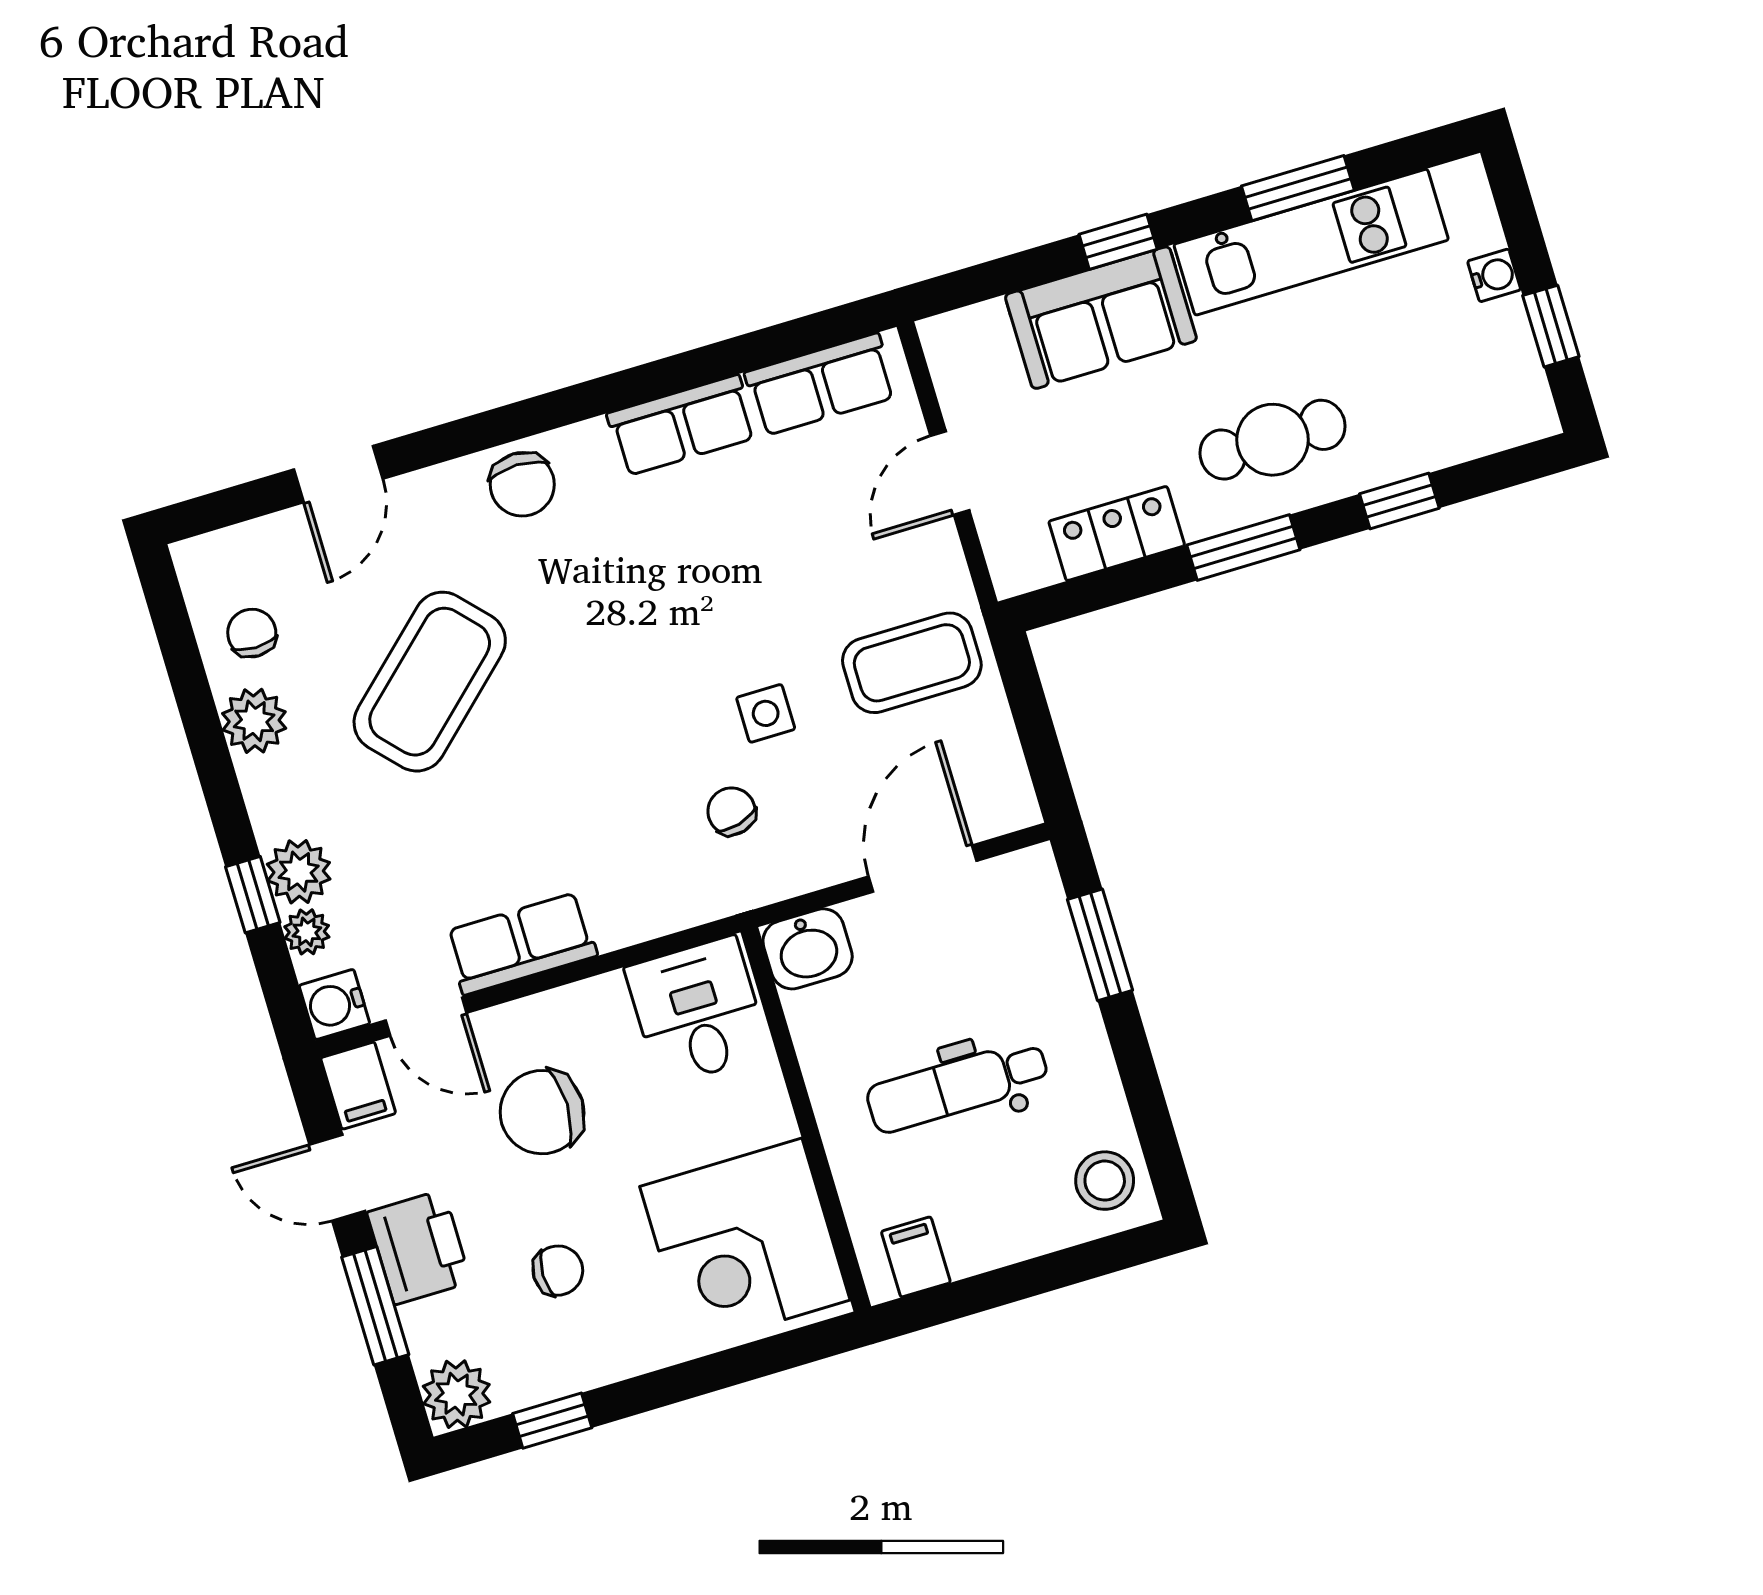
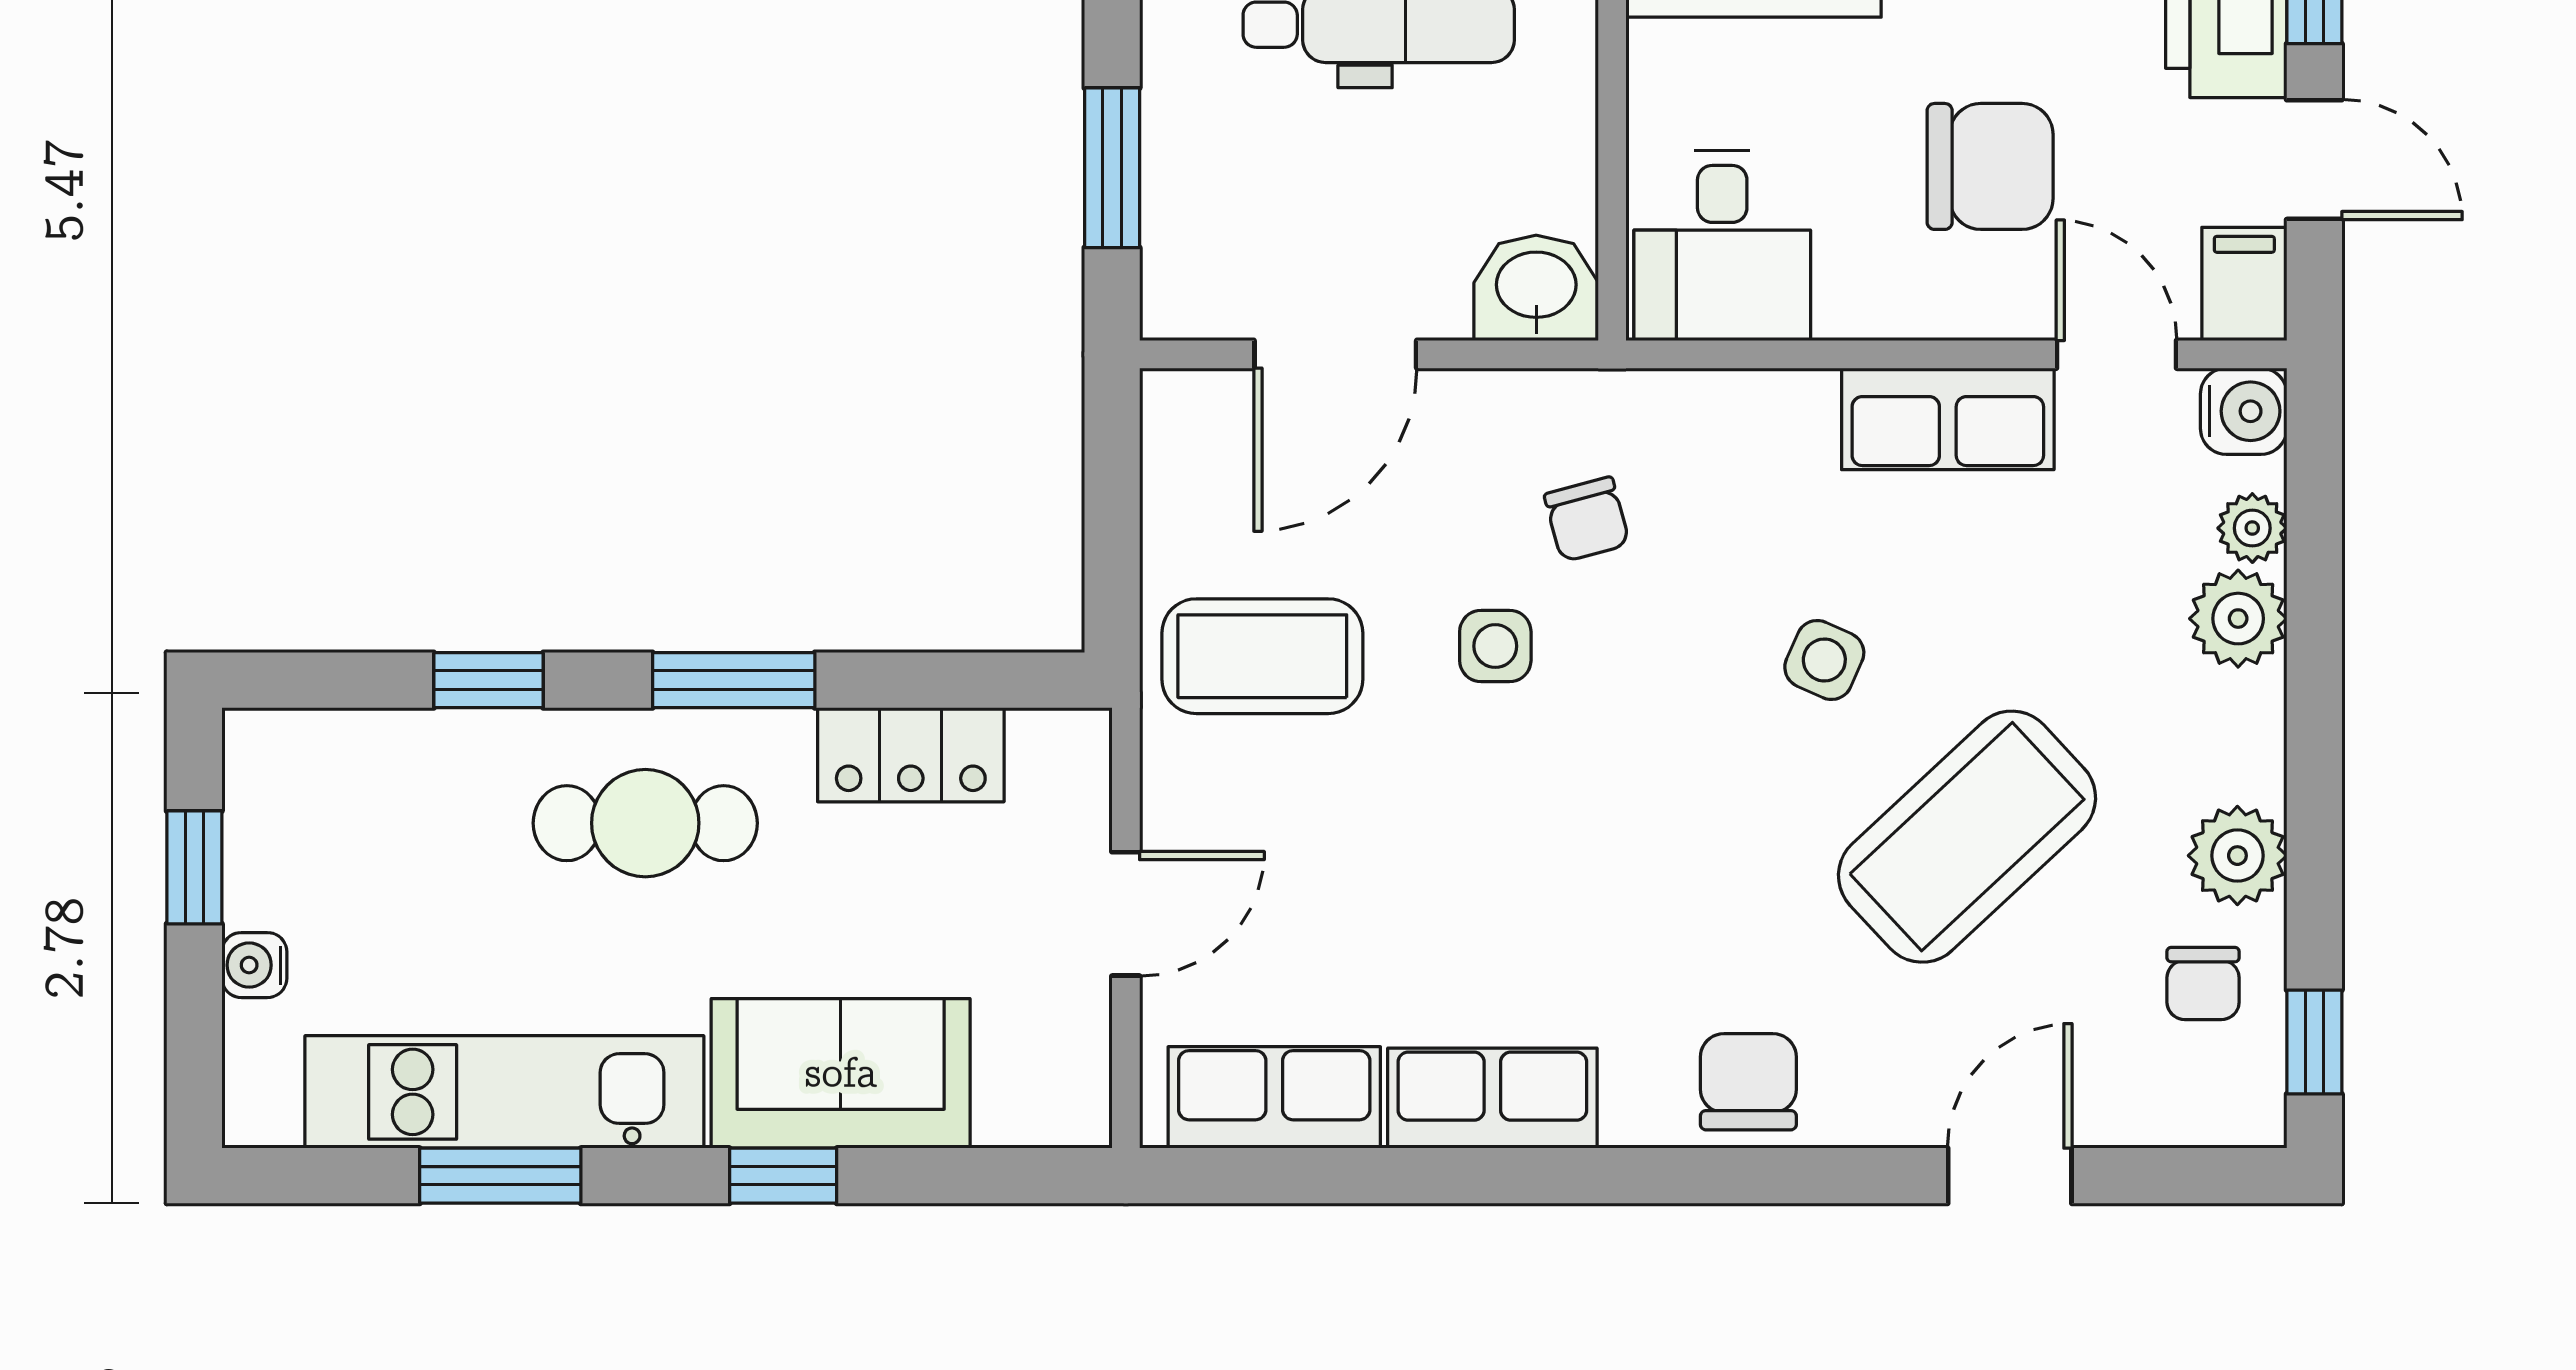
side table: (554, 767) -> (1824, 660), added
window: (253, 895) -> (2314, 1042), moved

